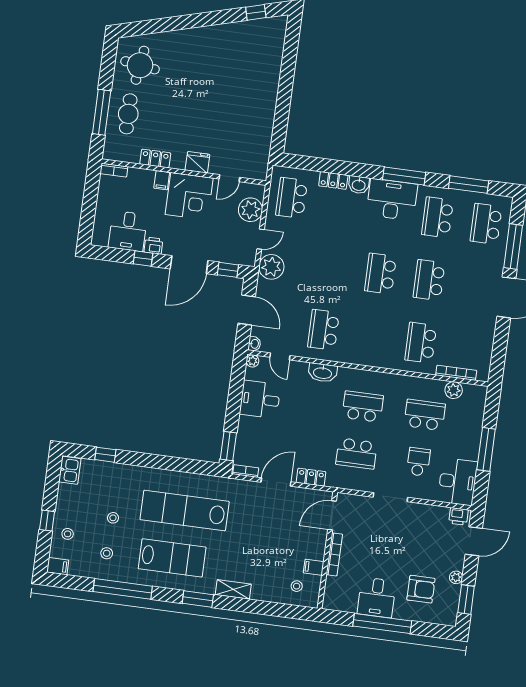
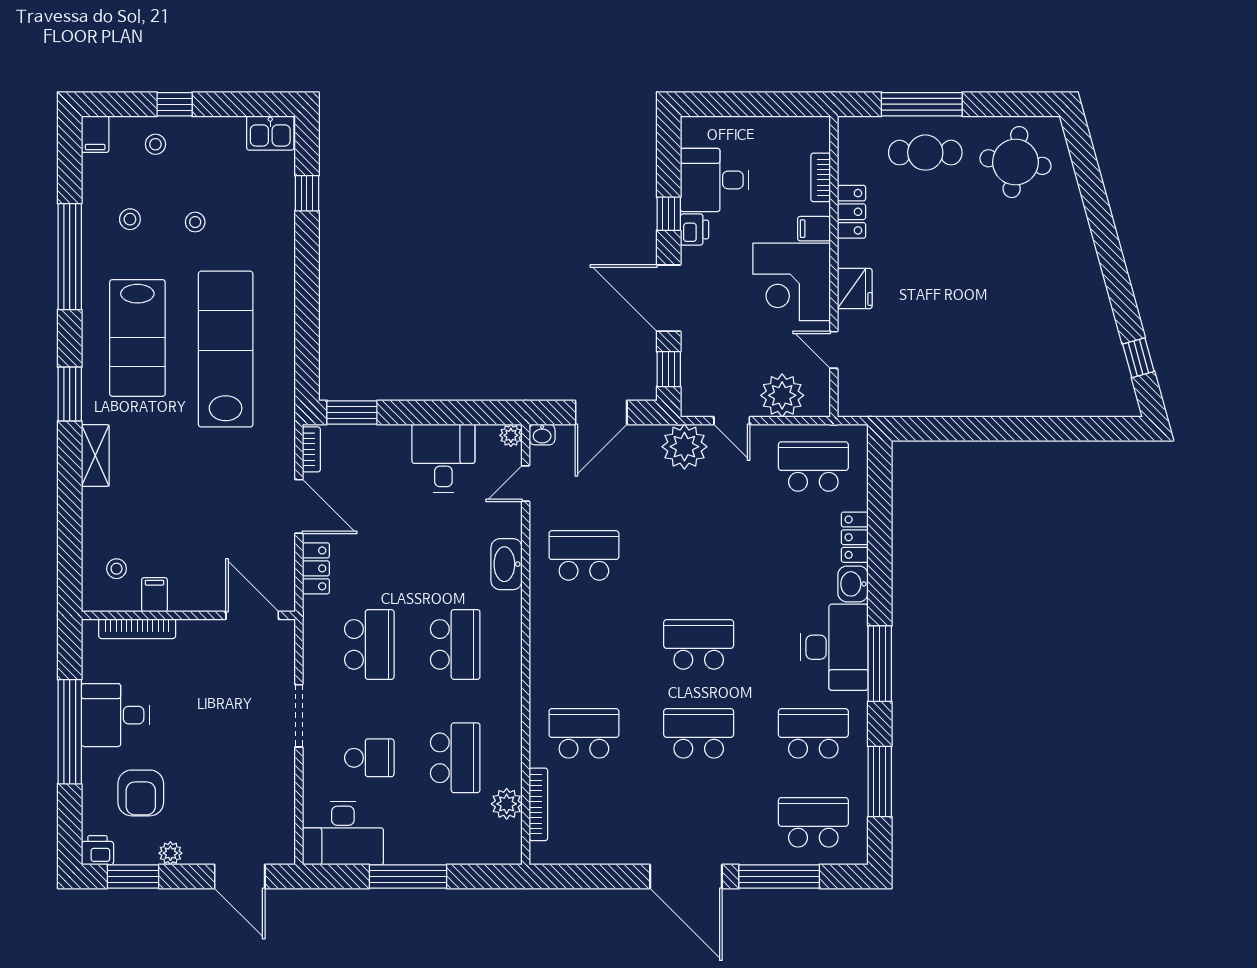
bookcase: (114, 170) -> (821, 177), moved
school desk: (356, 454) -> (369, 644), turned 180
printer: (458, 516) -> (97, 850), moved, turned 90
bookcase: (334, 554) -> (137, 629), moved

